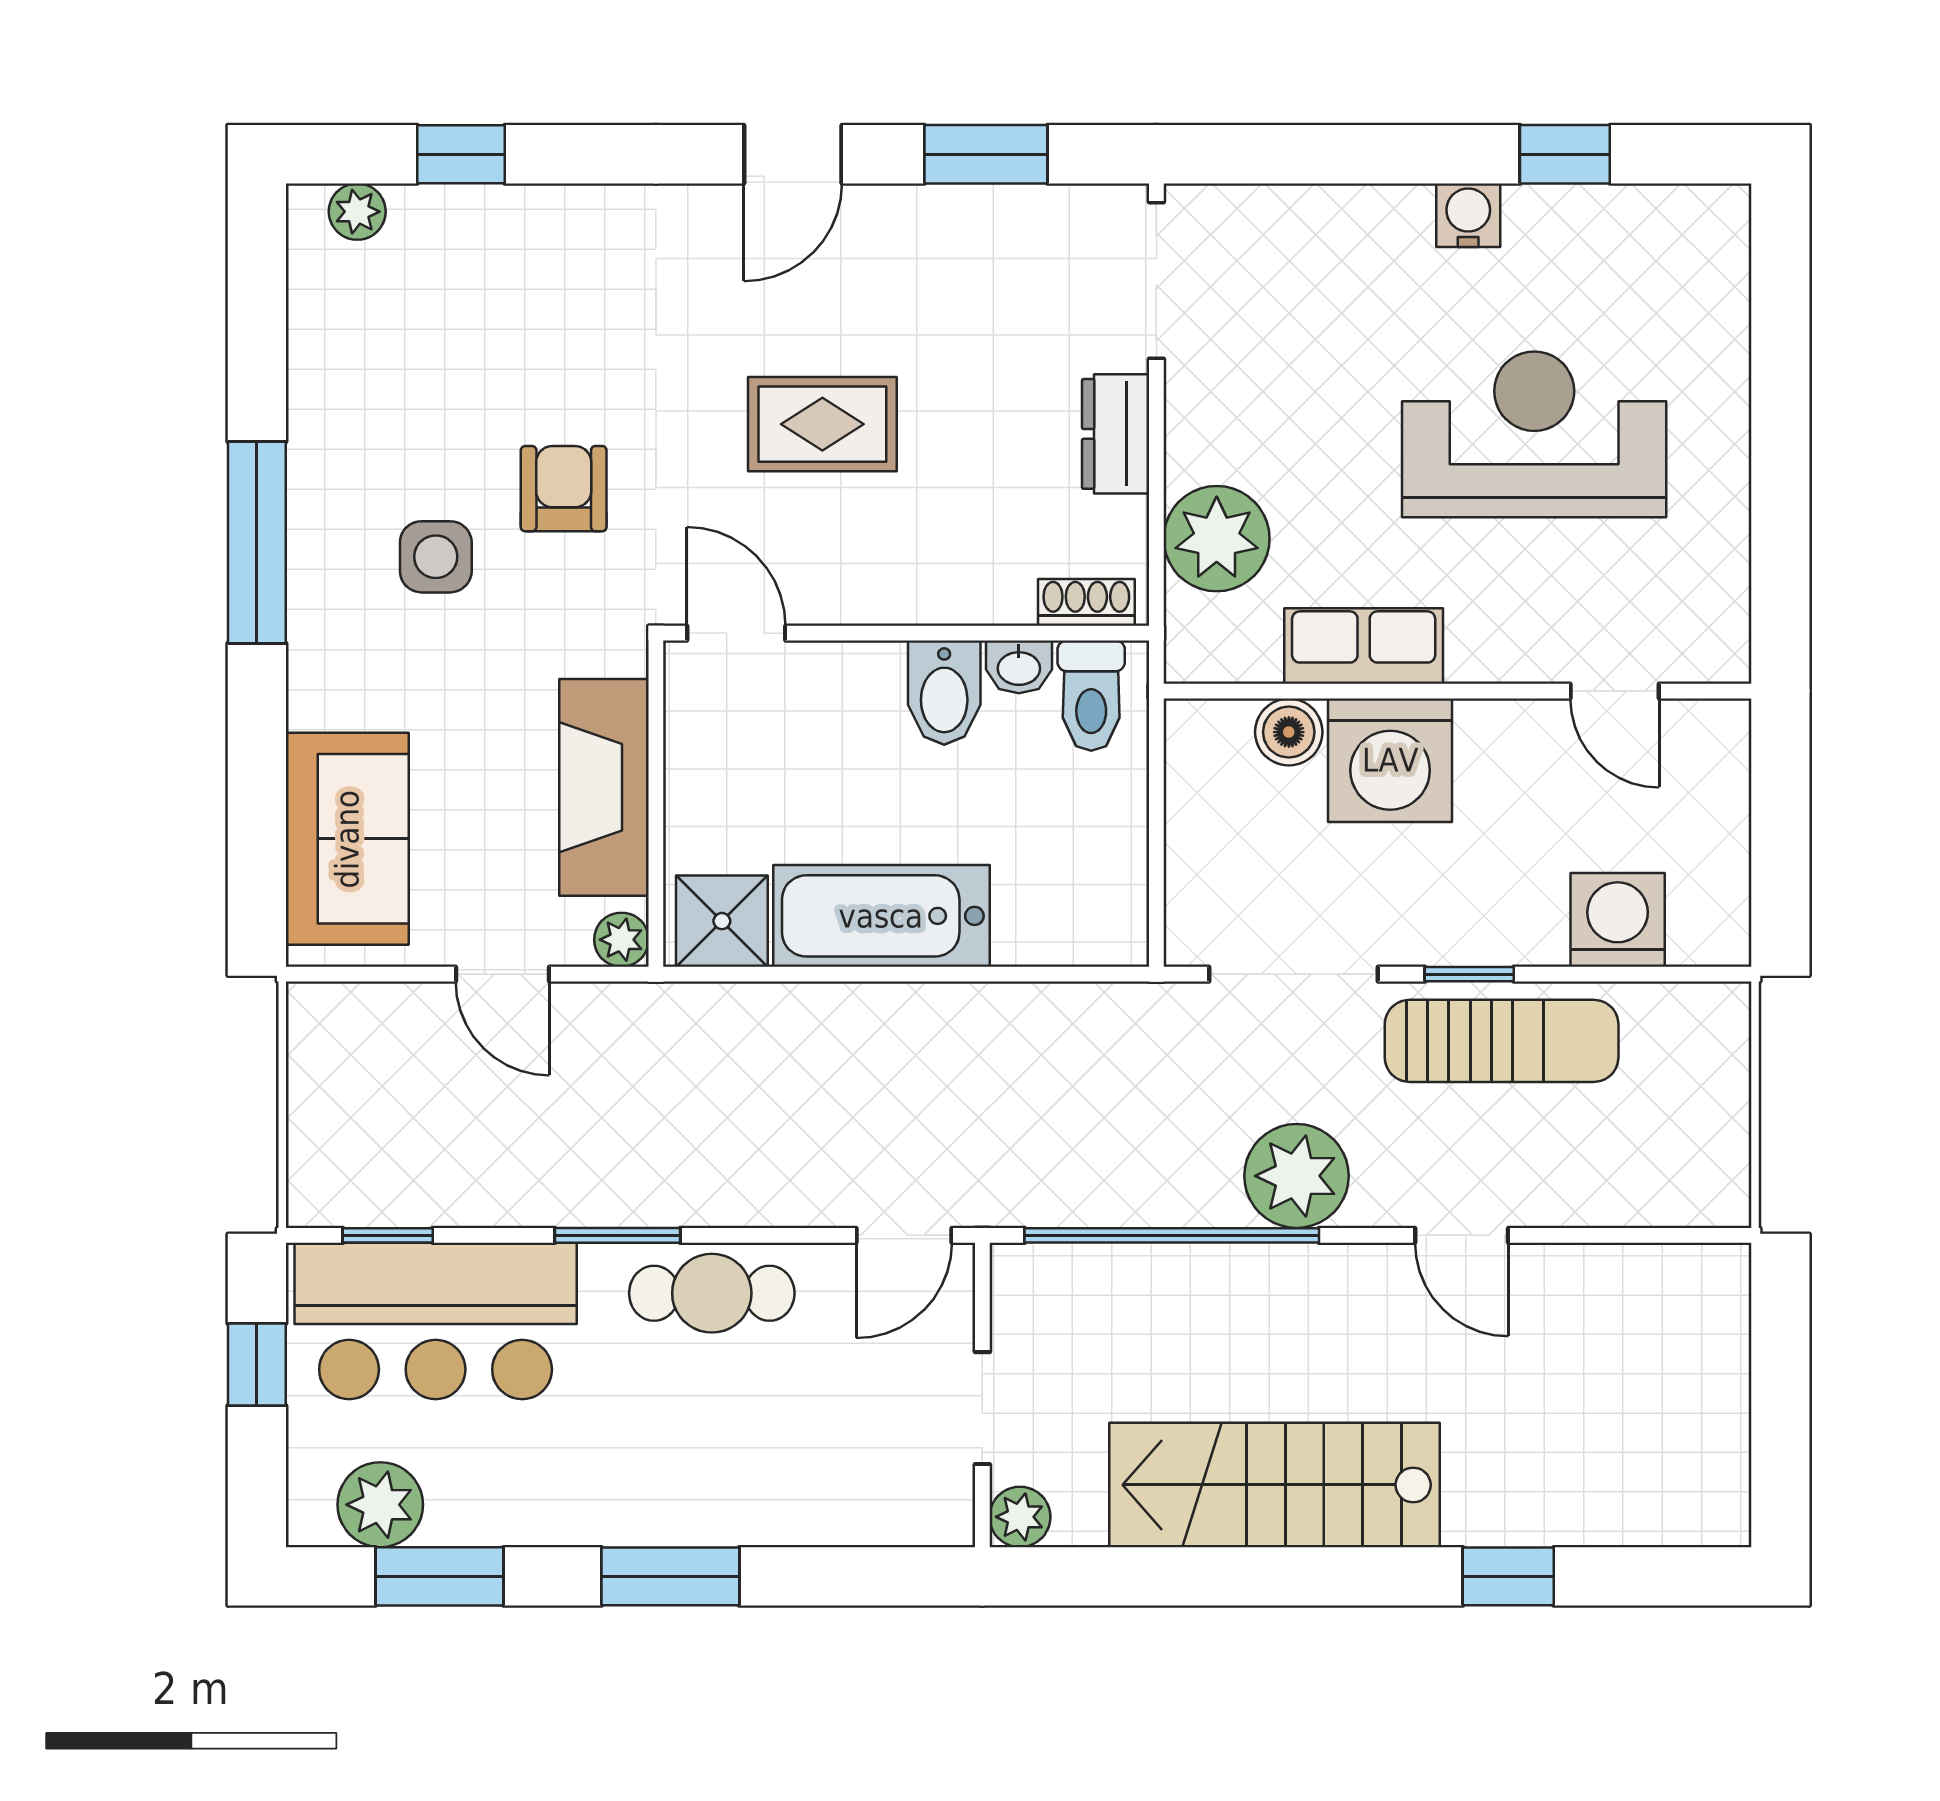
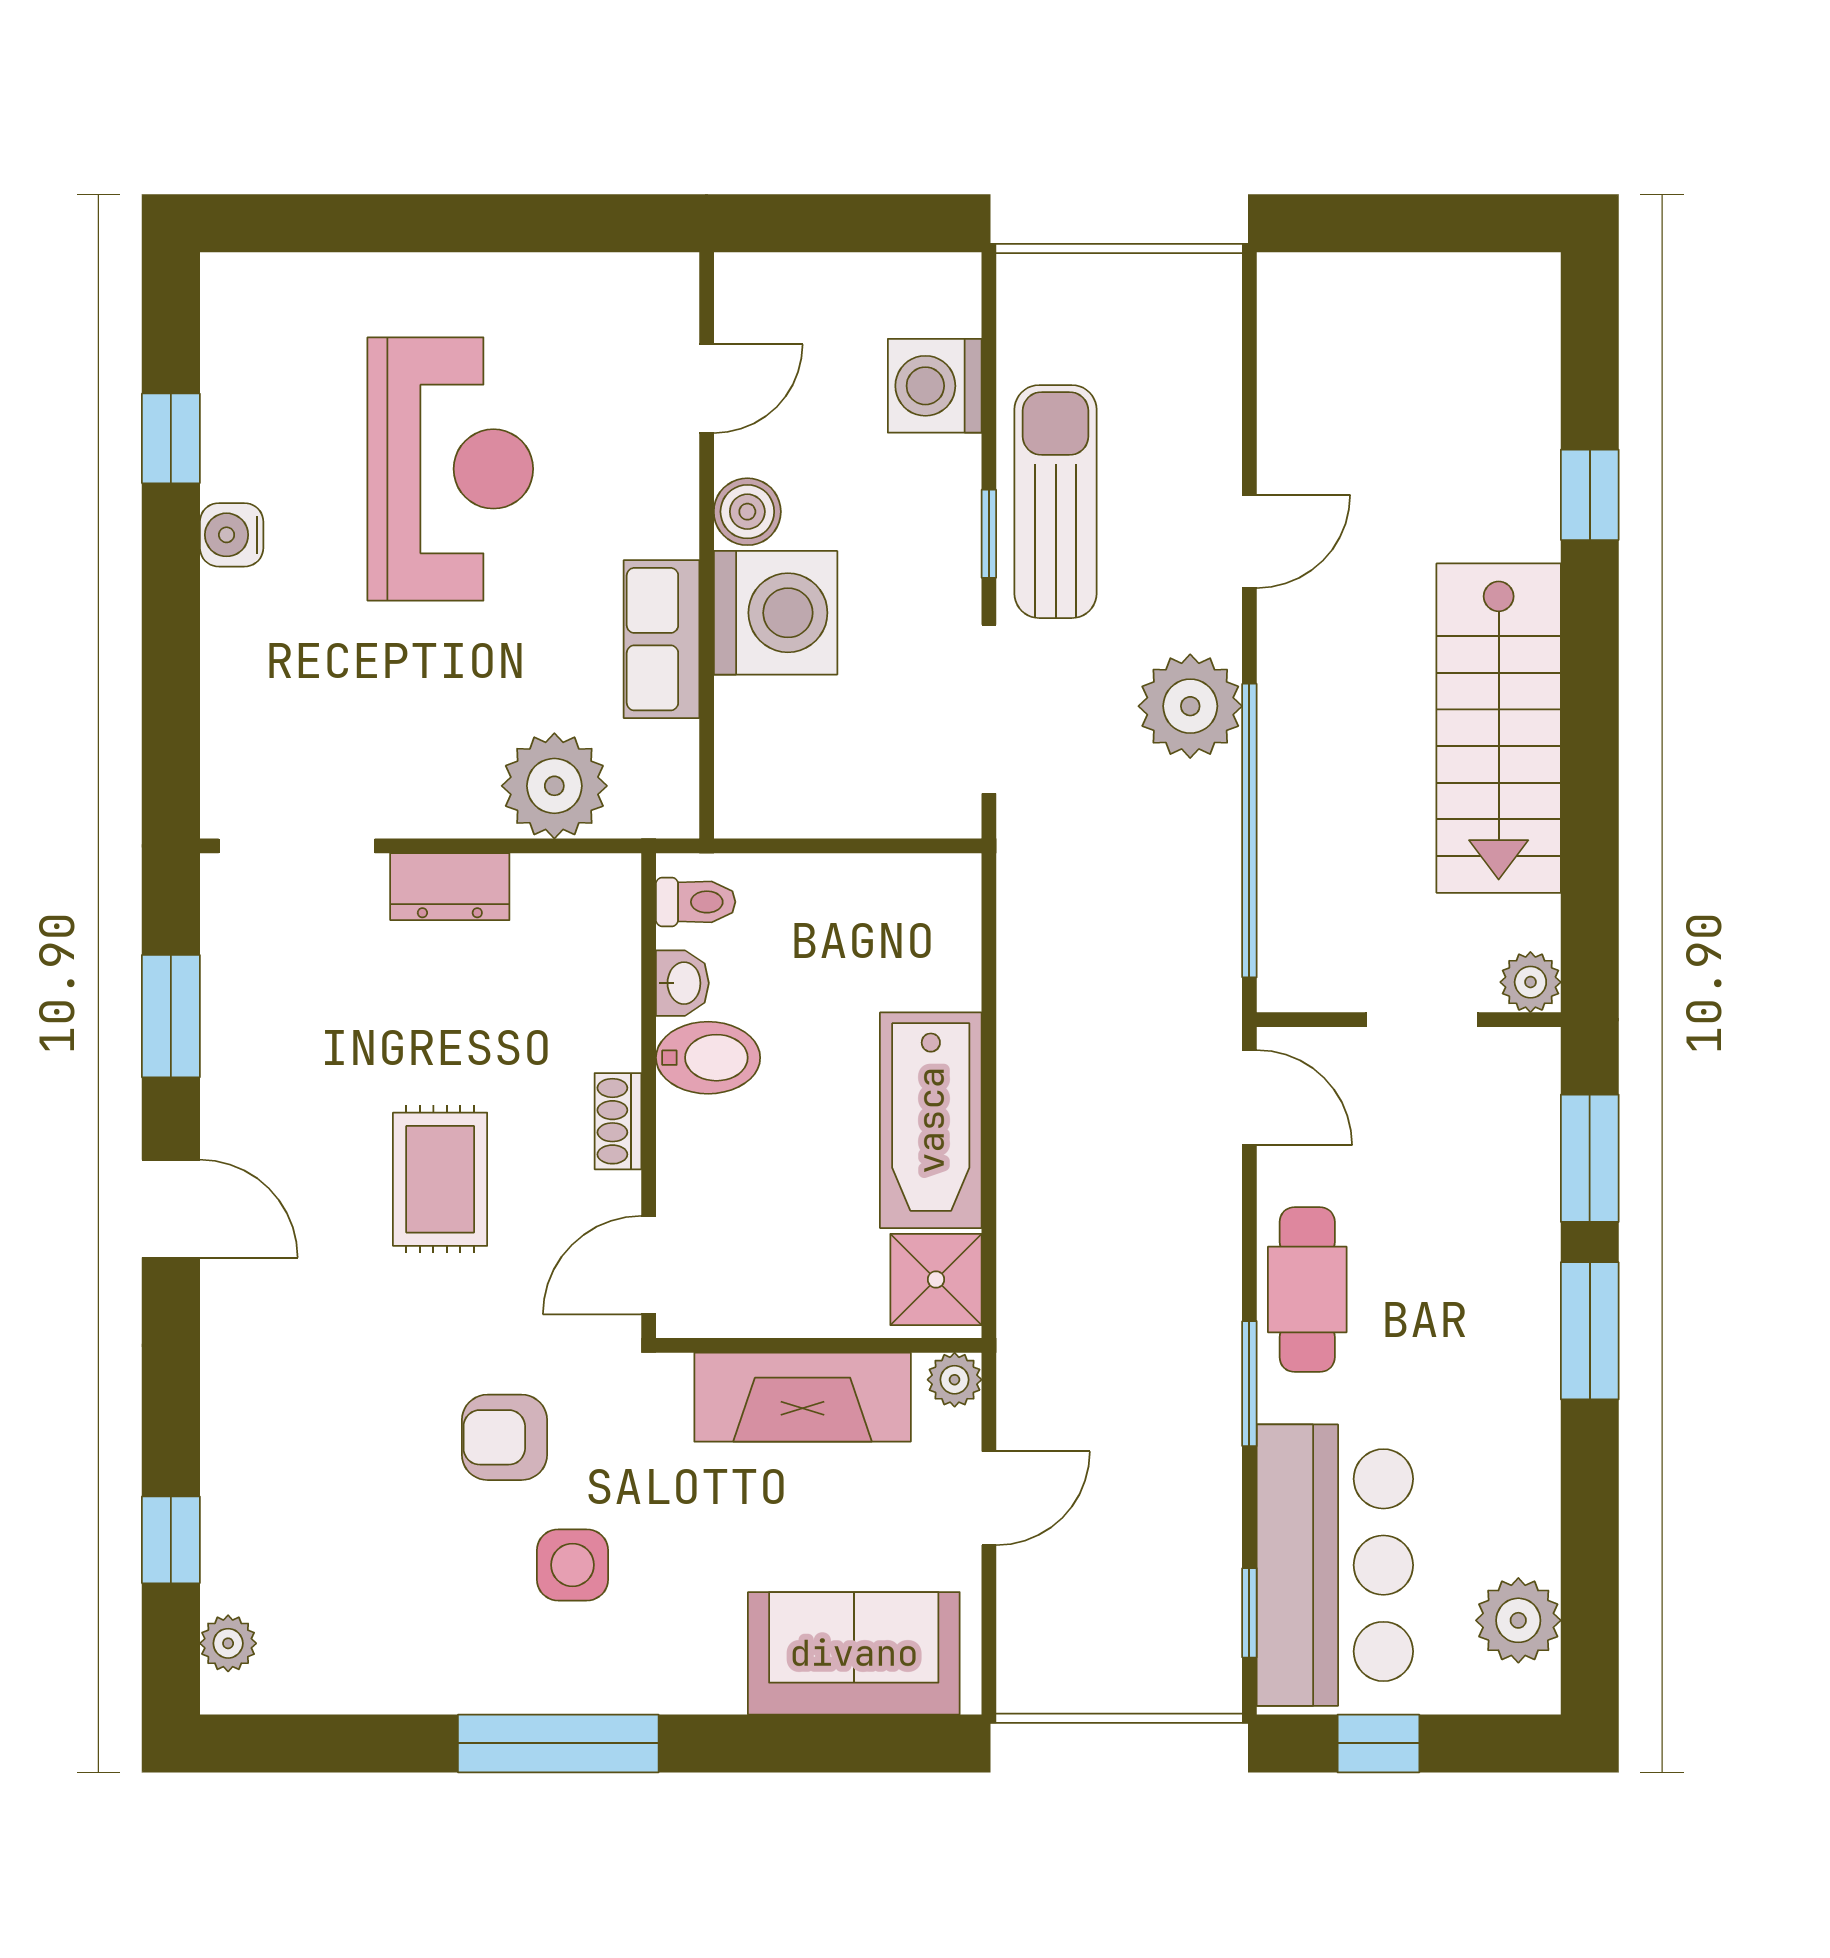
reception desk: (1534, 434) -> (450, 469), turned 180
shoe rack: (1086, 602) -> (618, 1121), moved
toilet: (1091, 696) -> (696, 902), width x0.73, depth x0.72
boiler: (1289, 732) -> (747, 512), moved
window: (439, 1576) -> (1590, 1158), moved

